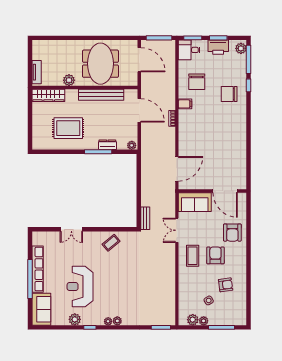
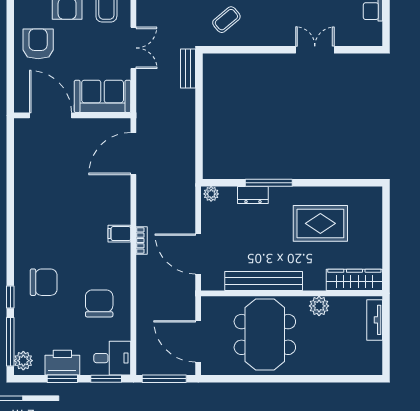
filing cabinet: (185, 104) -> (119, 234), moved
coffee table: (111, 243) -> (226, 20), moved

